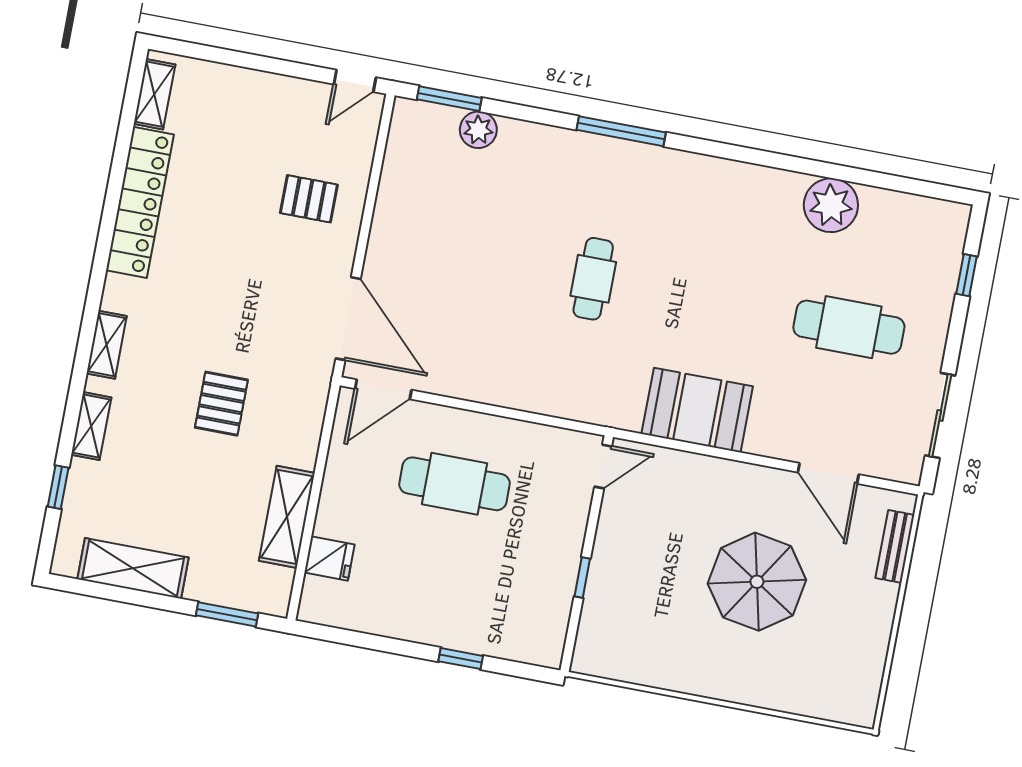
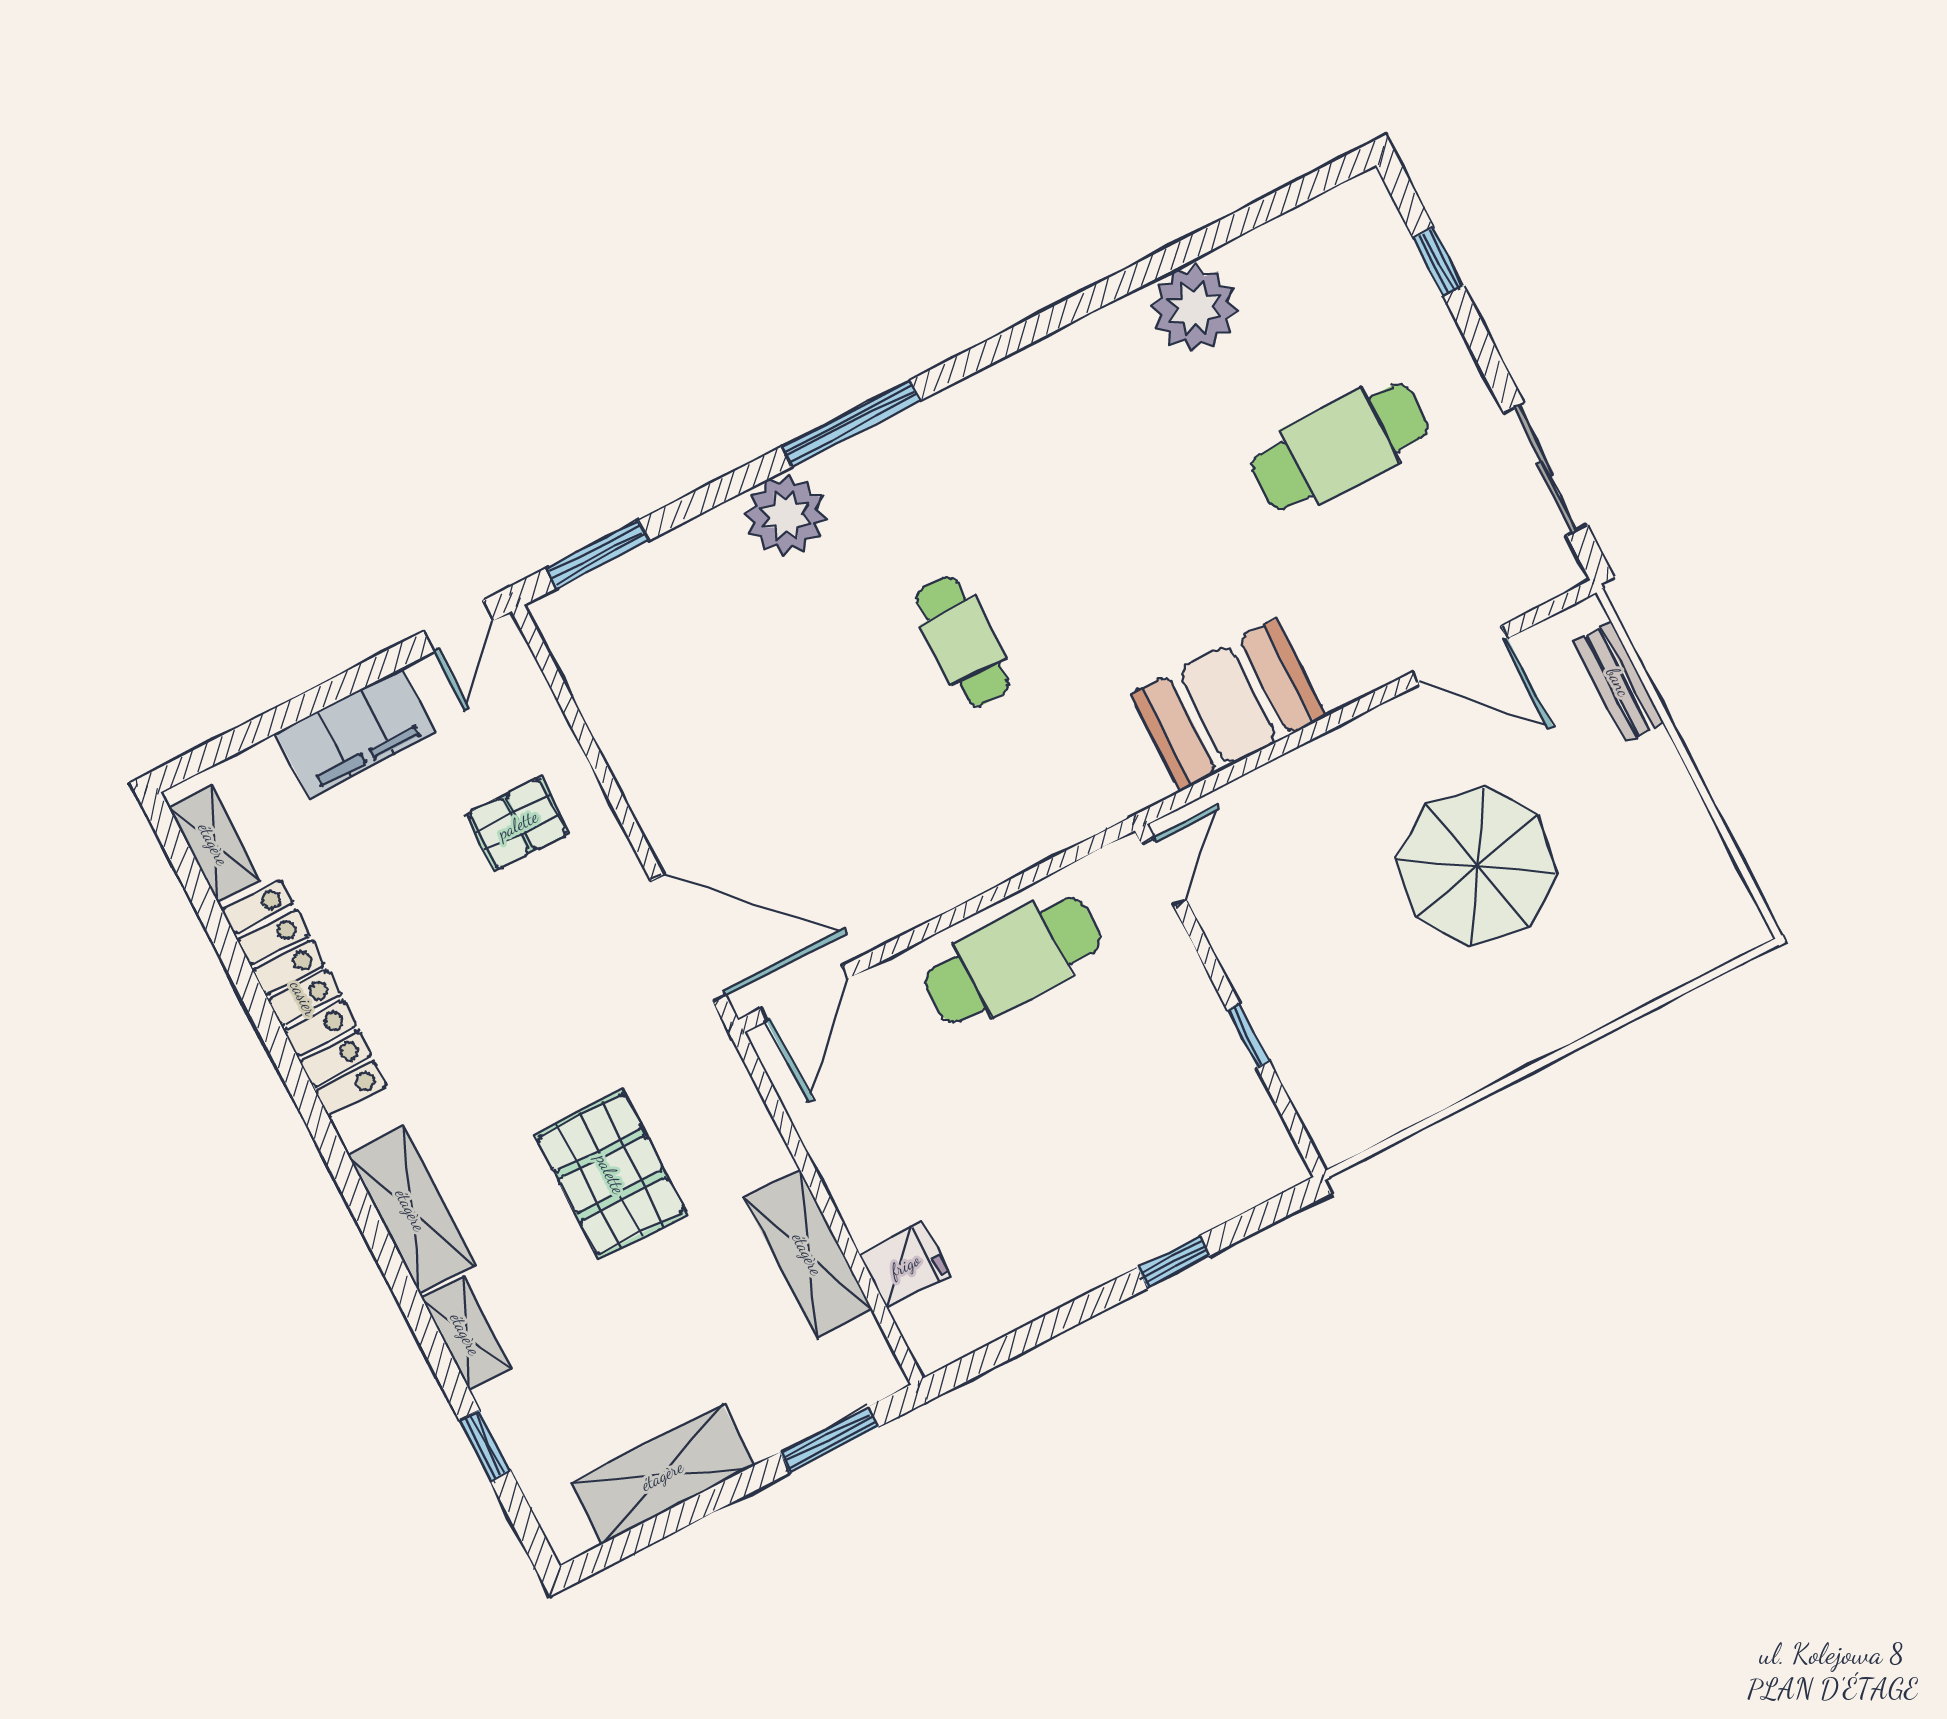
filing cabinet: (265, 94) -> (356, 733), added
plant: (478, 130) -> (786, 515), moved, width x1.36, depth x1.36
shelving: (107, 345) -> (411, 1210), width x1.50, depth x1.33
pallet: (221, 404) -> (611, 1174), width x1.50, depth x1.42
cafe table: (455, 484) -> (1013, 960), moved

